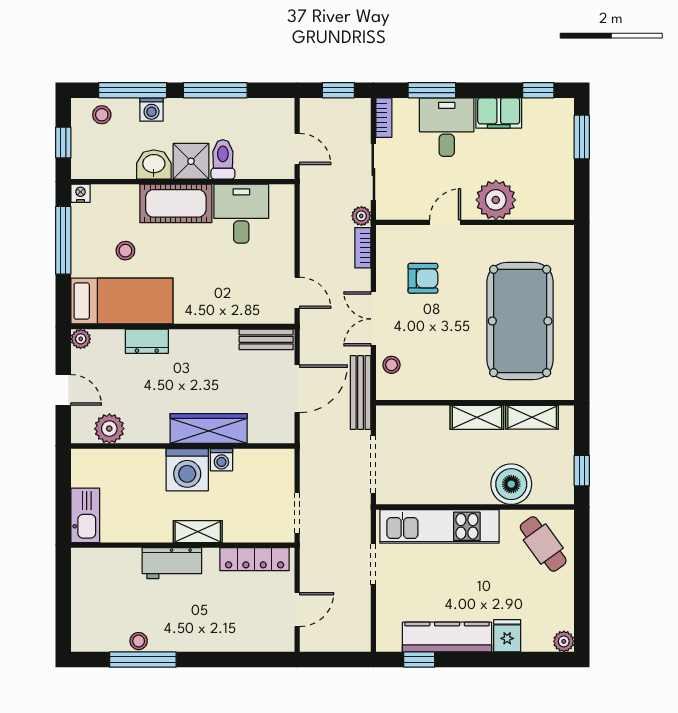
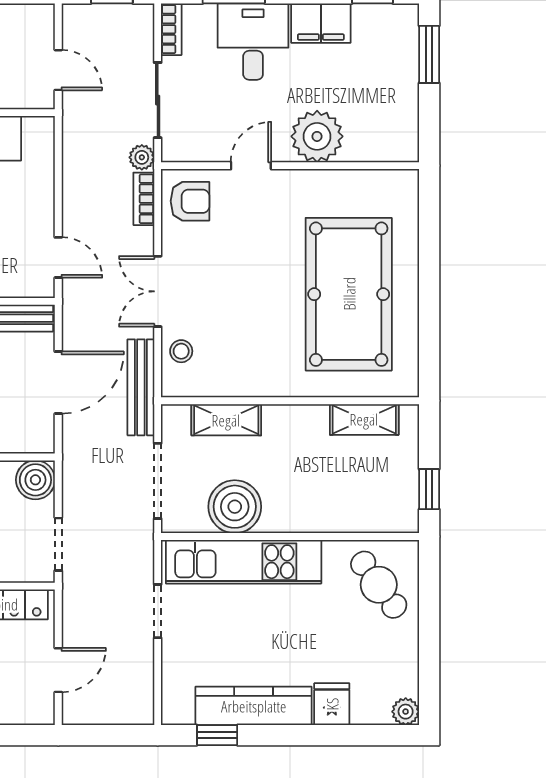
armchair: (423, 278) -> (190, 201), moved
shelving: (477, 417) -> (226, 420), moved
boiler: (280, 464) -> (35, 480), added
boiler: (511, 484) -> (235, 507), moved

